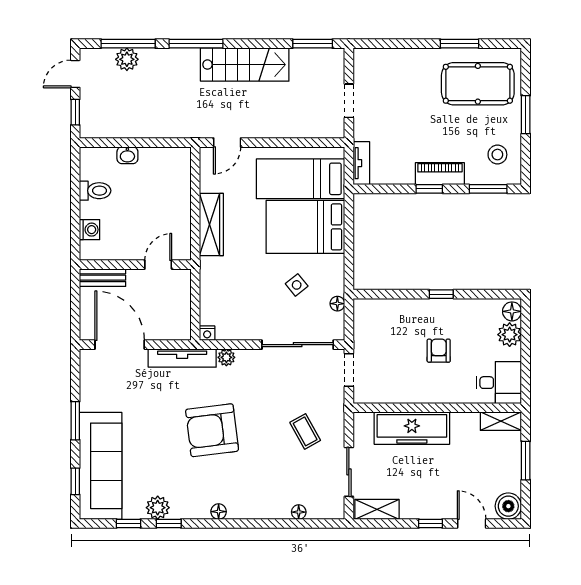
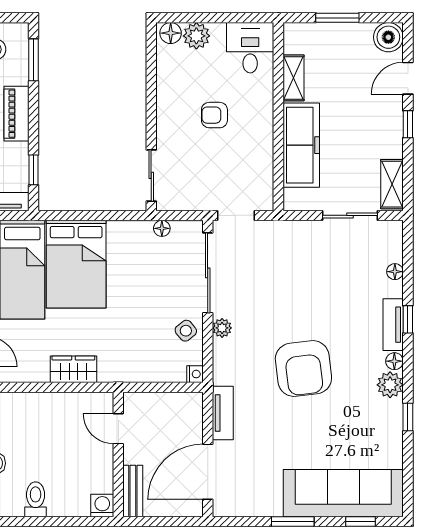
window: (429, 189) -> (34, 170), moved
wardrobe: (211, 225) -> (73, 369), width x0.67
washing machine: (90, 230) -> (102, 505), moved
side table: (297, 285) -> (186, 331), moved
sliding door: (385, 294) -> (151, 175), added
window: (441, 294) -> (151, 112), removed
plant: (226, 357) -> (222, 328), moved
tv unit: (182, 358) -> (223, 413), width x0.71
shelving: (501, 421) -> (293, 78), moved
coffee table: (305, 431) -> (305, 264), removed
plant: (158, 508) -> (390, 385), moved
tv unit: (251, 510) -> (393, 325), added
window: (128, 524) -> (408, 319), moved

